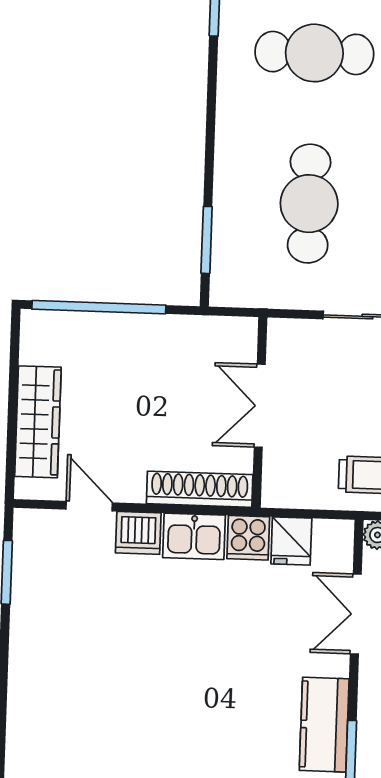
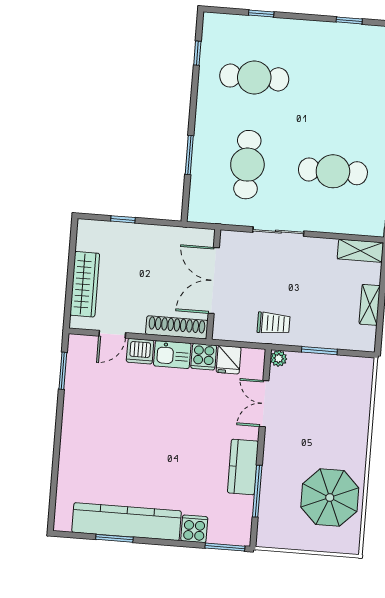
window: (207, 240) -> (189, 155), moved
window: (99, 307) -> (123, 219), width x0.32
double door: (260, 406) -> (214, 281), width x1.37
door: (89, 506) -> (112, 334), swing flipped

